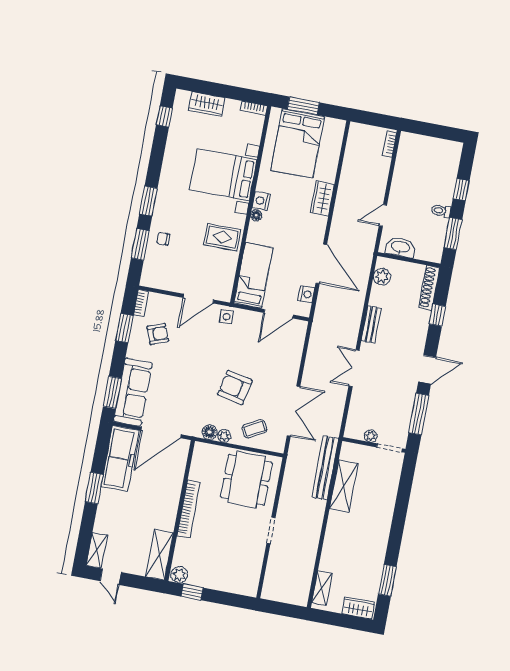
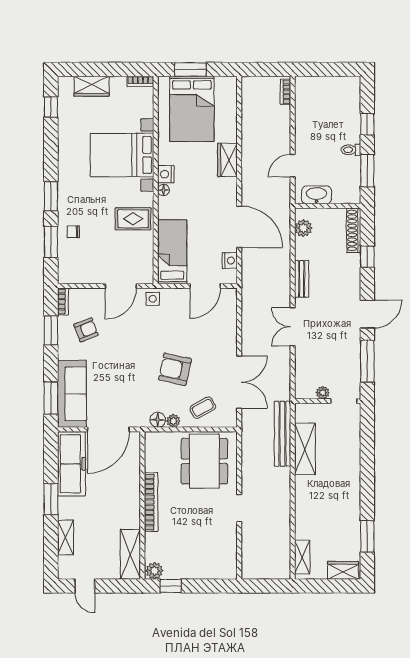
shelving: (97, 550) -> (65, 537), moved

